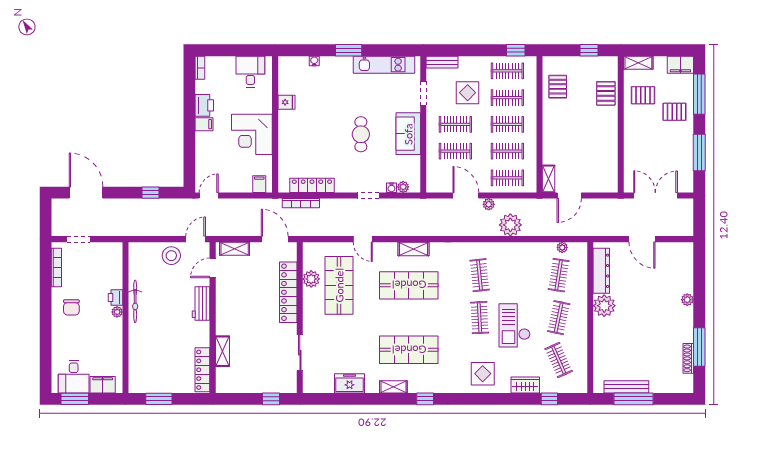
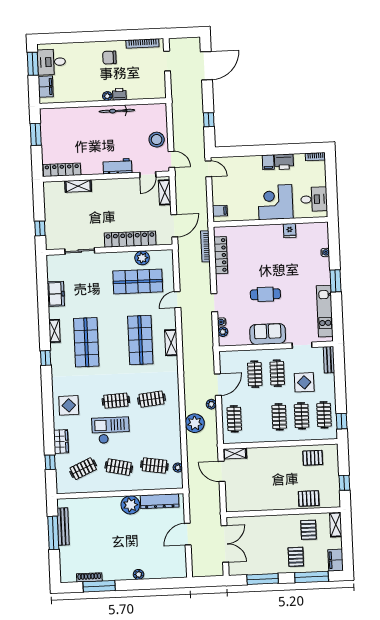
corner desk: (252, 134) -> (275, 202), moved
clothes rail: (507, 151) -> (257, 418), removed
door: (213, 268) -> (148, 175), swing flipped

